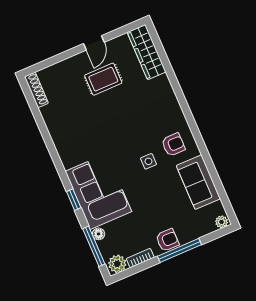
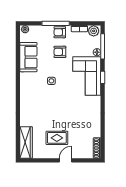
door: (94, 43) -> (66, 160), moved
armchair: (173, 145) -> (60, 52), moved

